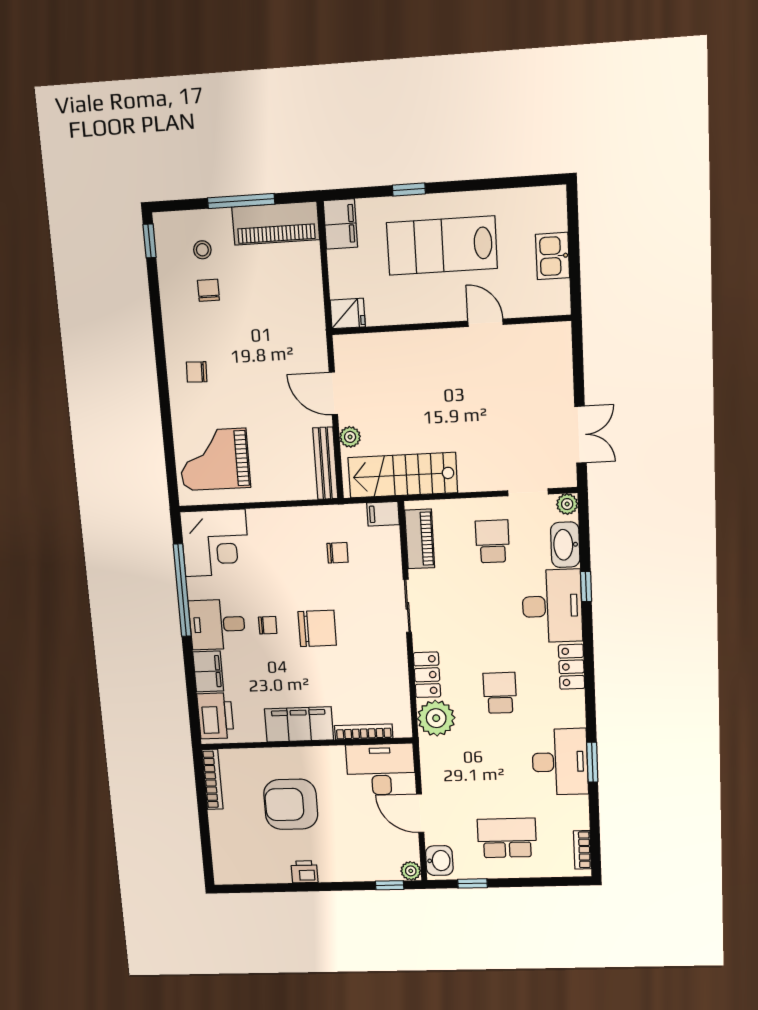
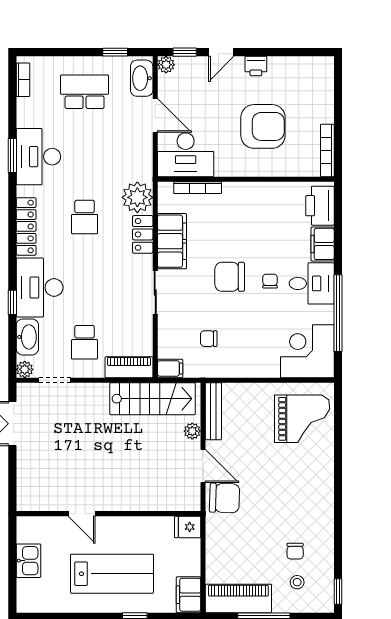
chair: (197, 372) -> (225, 498), moved, width x1.87, depth x1.87
piano: (420, 539) -> (129, 367), moved, turned 90
chair: (268, 625) -> (270, 281), turned 90
locker: (572, 667) -> (26, 226), width x1.53
filing cabinet: (299, 724) -> (172, 241), moved, turned -90
school desk: (507, 838) -> (85, 92), turned 180
washbasin: (439, 861) -> (142, 78), width x1.38
door: (346, 886) -> (221, 52), added

